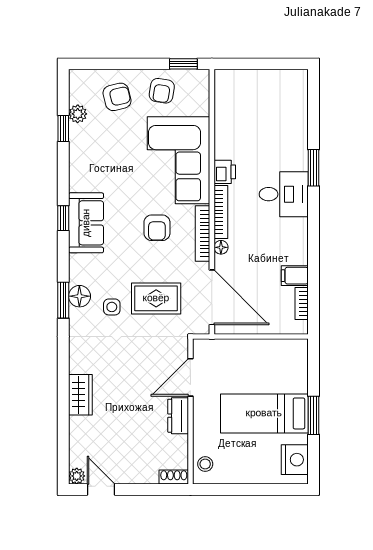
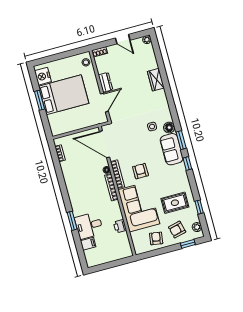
window: (183, 64) -> (188, 244), moved
plant: (78, 114) -> (197, 227), moved
printer: (225, 172) -> (120, 226), moved
desk: (284, 194) -> (89, 226), moved
sofa: (86, 223) -> (172, 149), moved
filing cabinet: (295, 276) -> (88, 244), moved
rug: (156, 298) -> (175, 203), moved
window: (63, 300) -> (181, 140), moved
bed: (264, 413) -> (64, 95), width x1.50
door: (101, 489) -> (123, 39), moved

